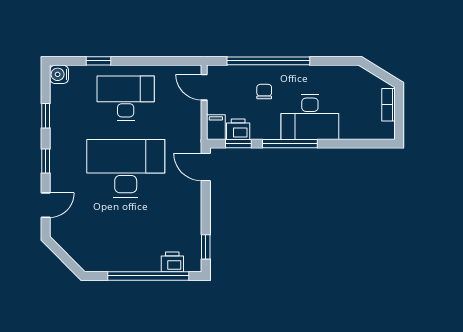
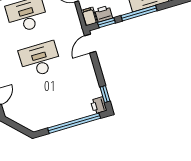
door: (206, 167) -> (90, 44), hinge flipped
desk: (126, 168) -> (40, 59), width x0.73, depth x0.77
printer: (172, 262) -> (99, 105), moved, turned -90

